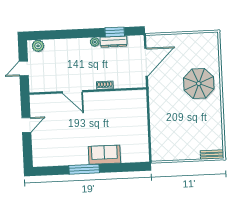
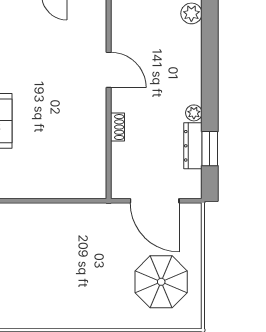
parasol: (199, 84) -> (161, 282), moved
door: (72, 92) -> (109, 70), swing flipped

